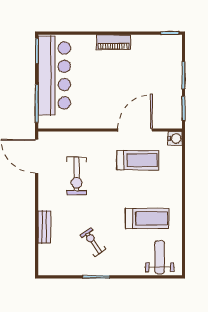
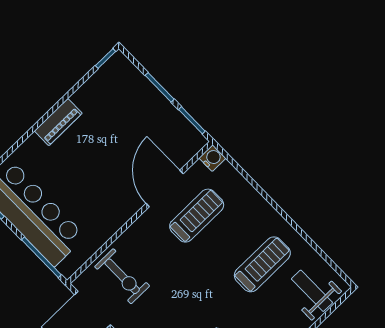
exercise bike: (76, 176) -> (122, 276), moved

